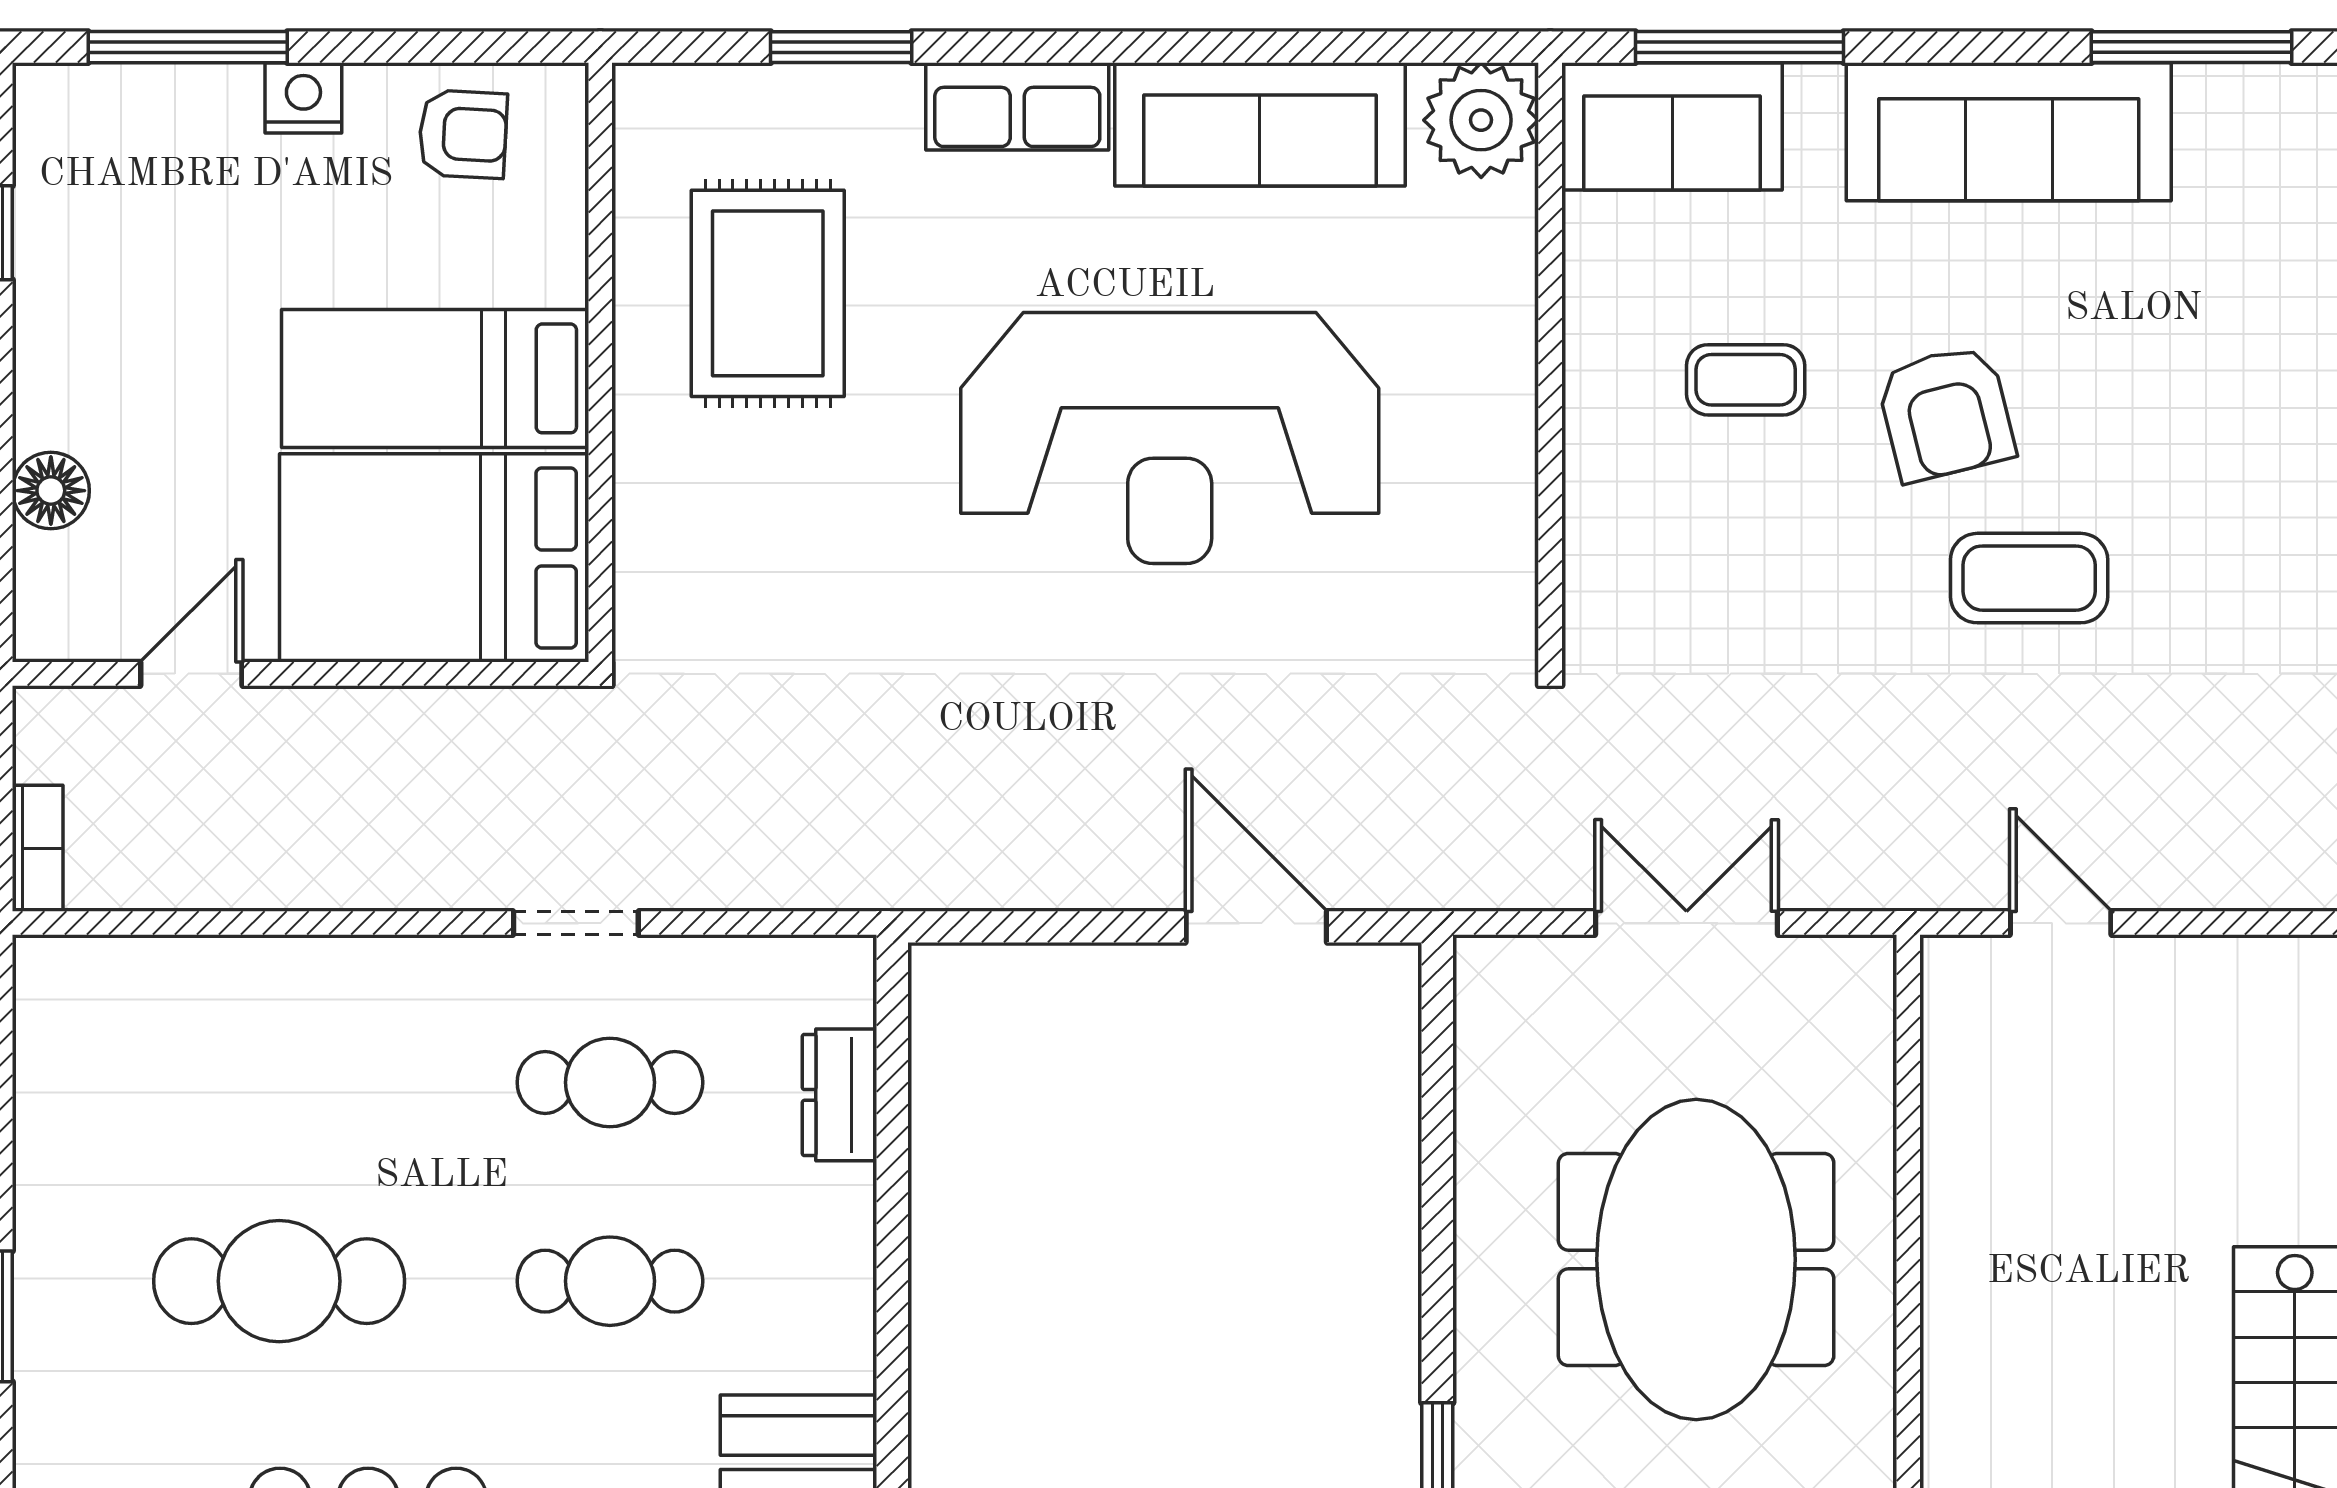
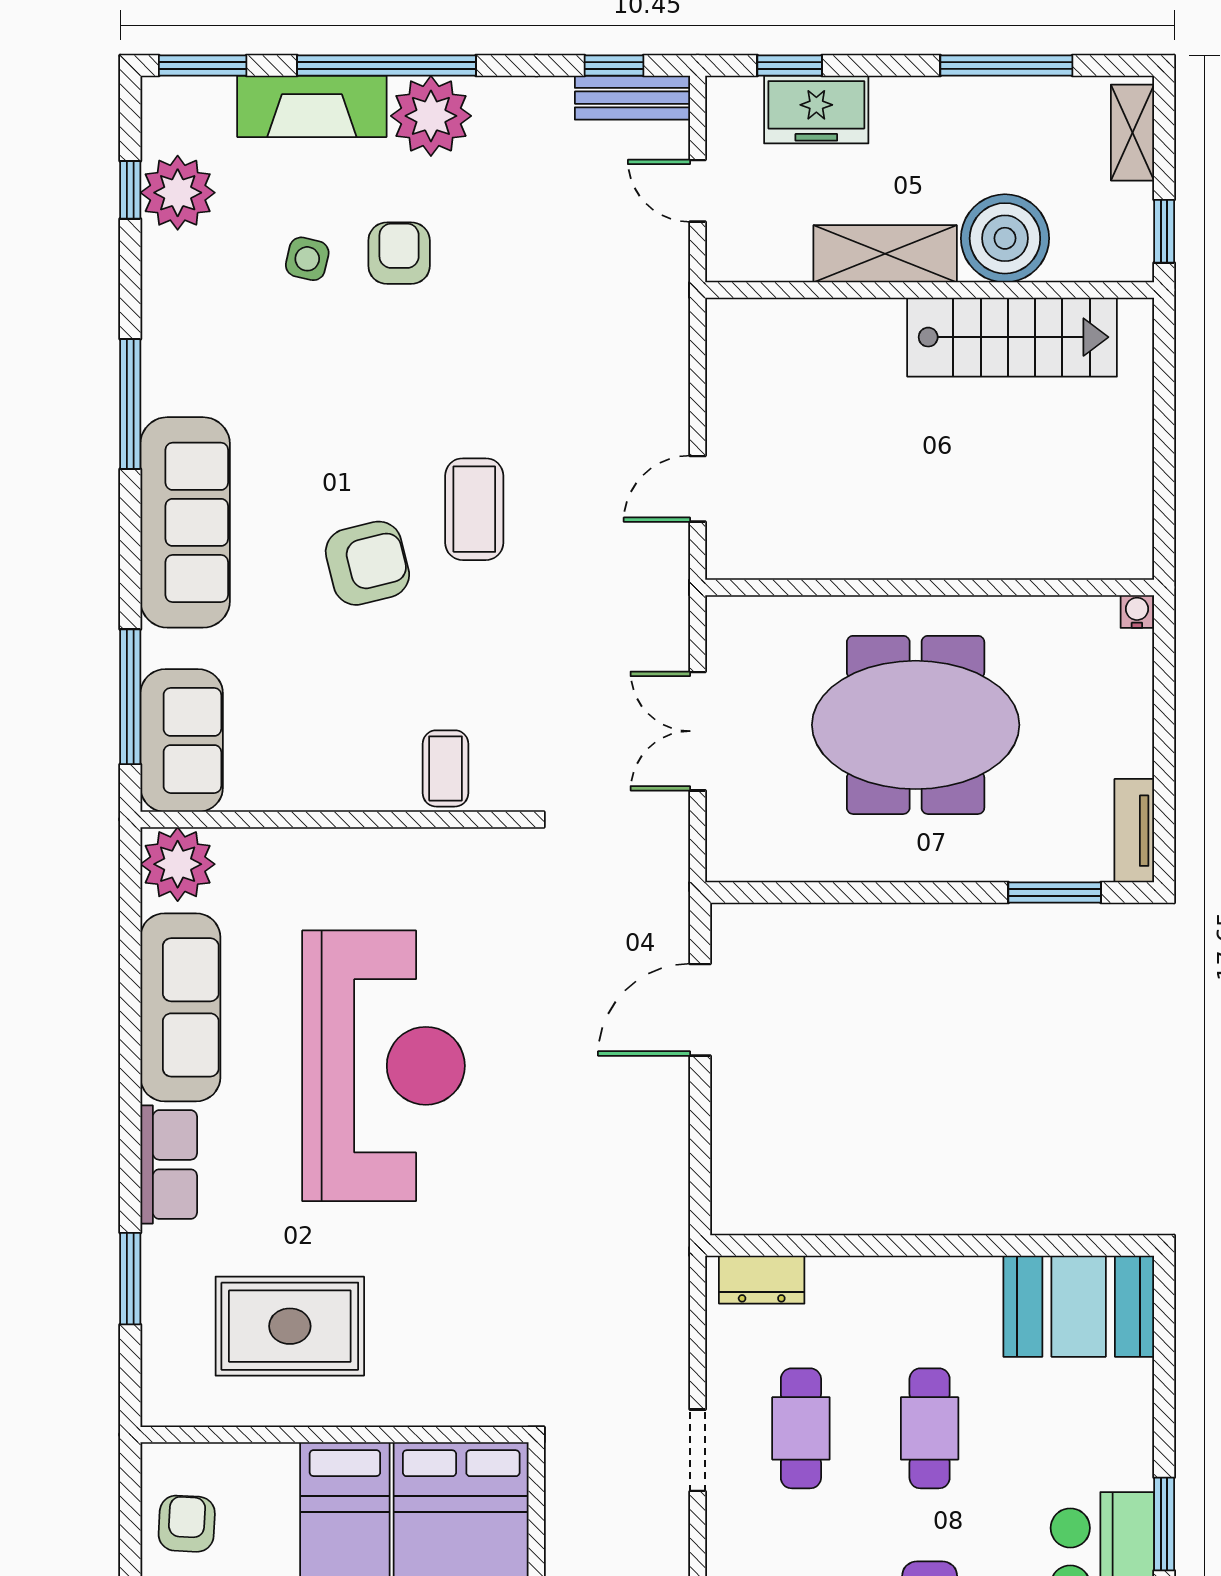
coffee table: (1746, 380) -> (446, 768), moved
dresser: (840, 1095) -> (762, 1280), moved

